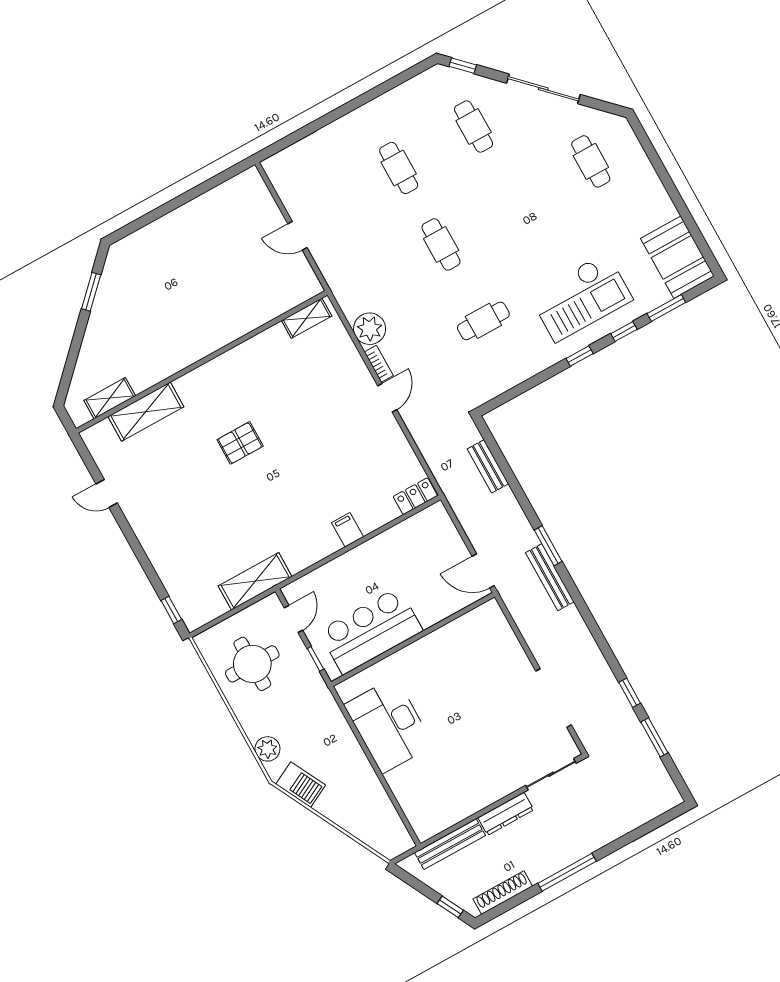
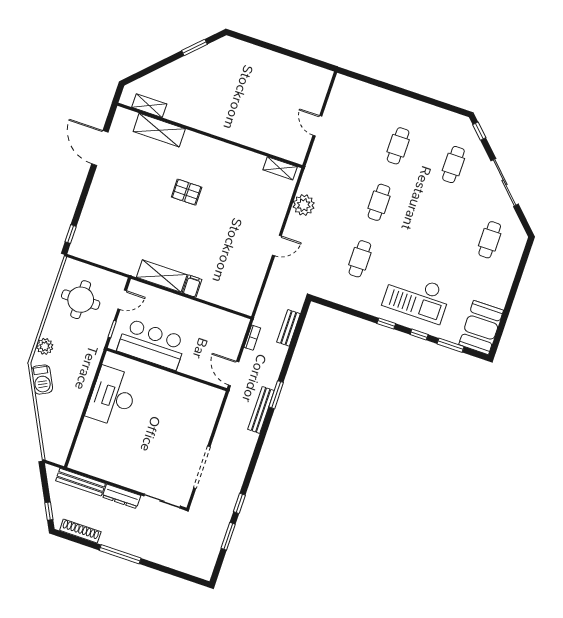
cafe table: (483, 321) -> (360, 259), turned 90
bookcase: (379, 364) -> (252, 338), moved
door: (107, 494) -> (100, 148), width x1.88
locker: (415, 496) -> (240, 305), removed
shelving: (255, 581) -> (162, 276), moved

